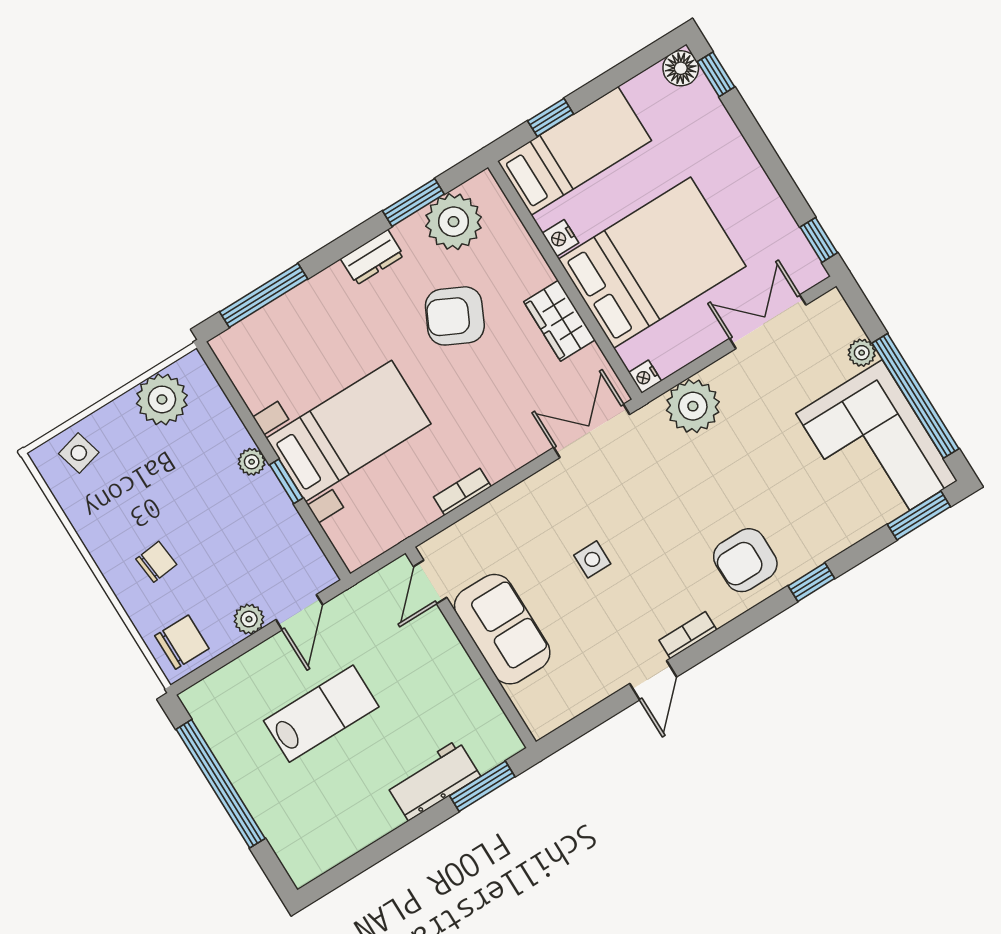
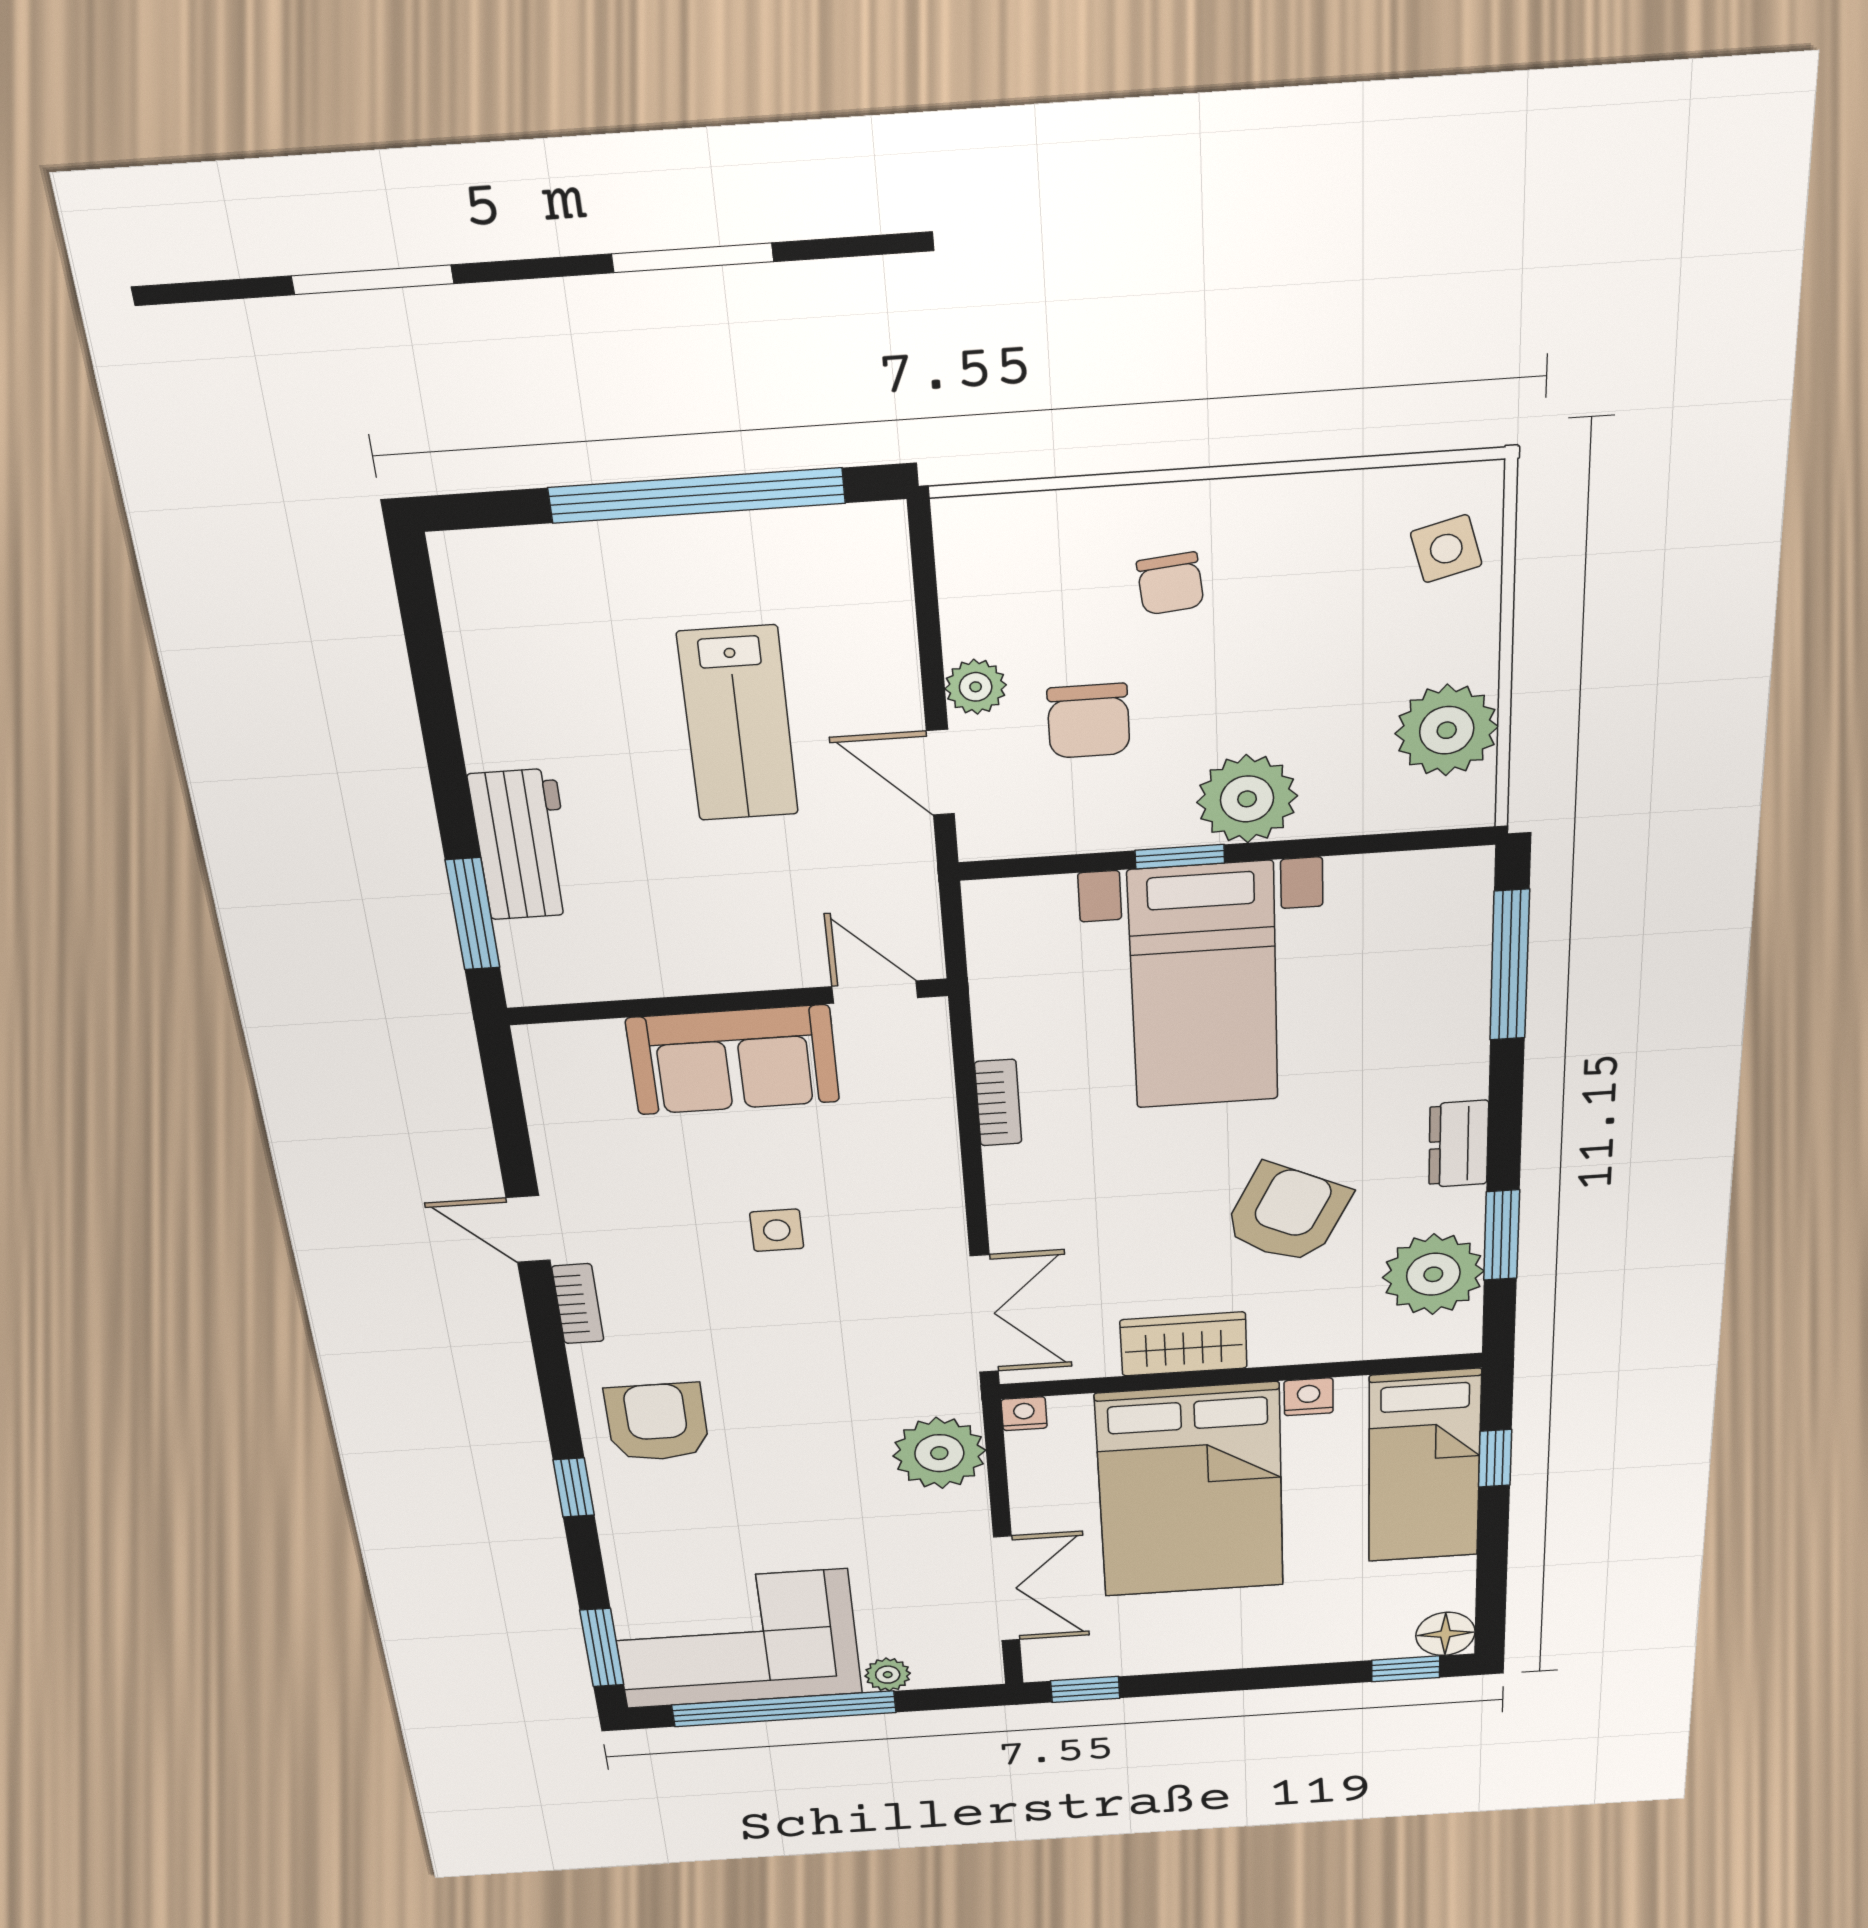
plant: (252, 462) -> (1247, 799), width x1.88, depth x1.88
chair: (182, 642) -> (1089, 721), moved

